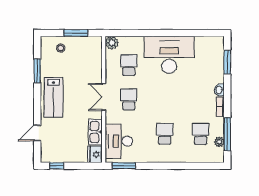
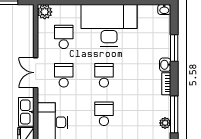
washbasin: (219, 41) -> (164, 10), added
window: (227, 62) -> (174, 48), moved
school desk: (201, 134) -> (104, 75), moved

